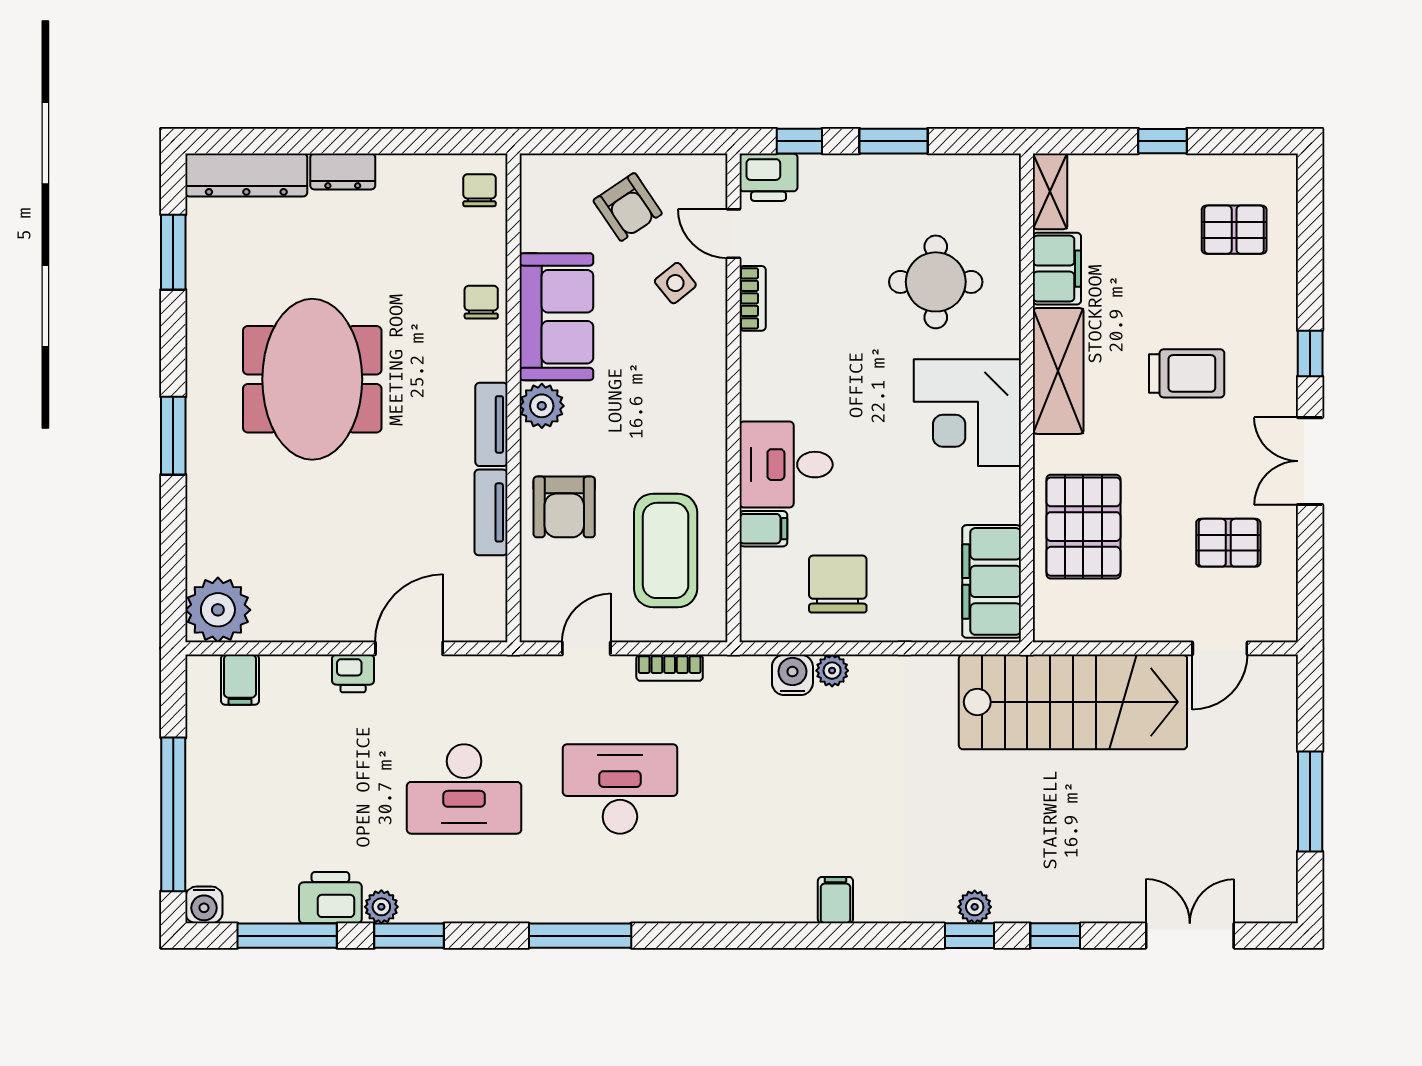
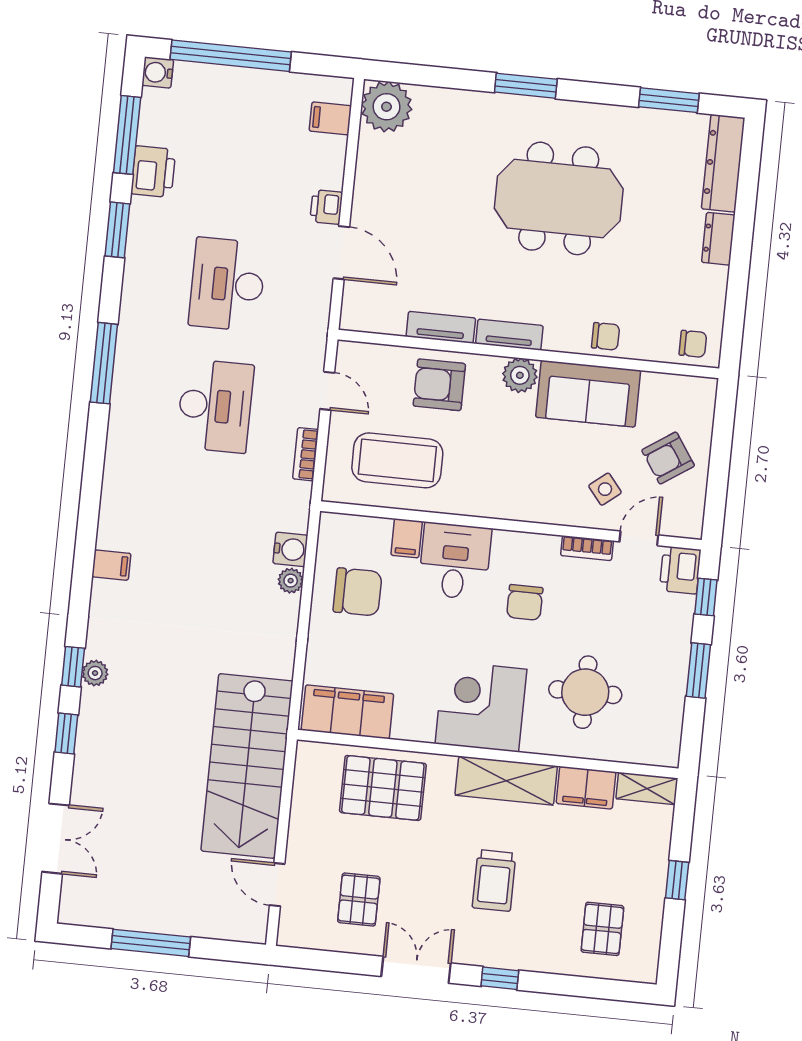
chair: (830, 370) -> (525, 602), added
plant: (381, 907) -> (142, 211), removed

